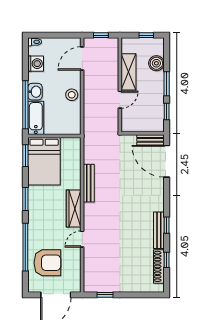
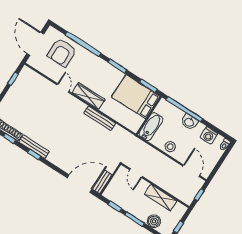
door: (120, 100) -> (136, 173), moved
bathtub: (36, 118) -> (151, 127), moved, turned -90

